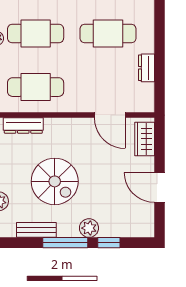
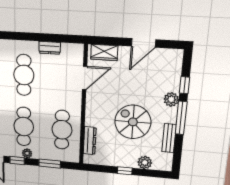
spiral stairs: (55, 181) -> (133, 122), turned -90

